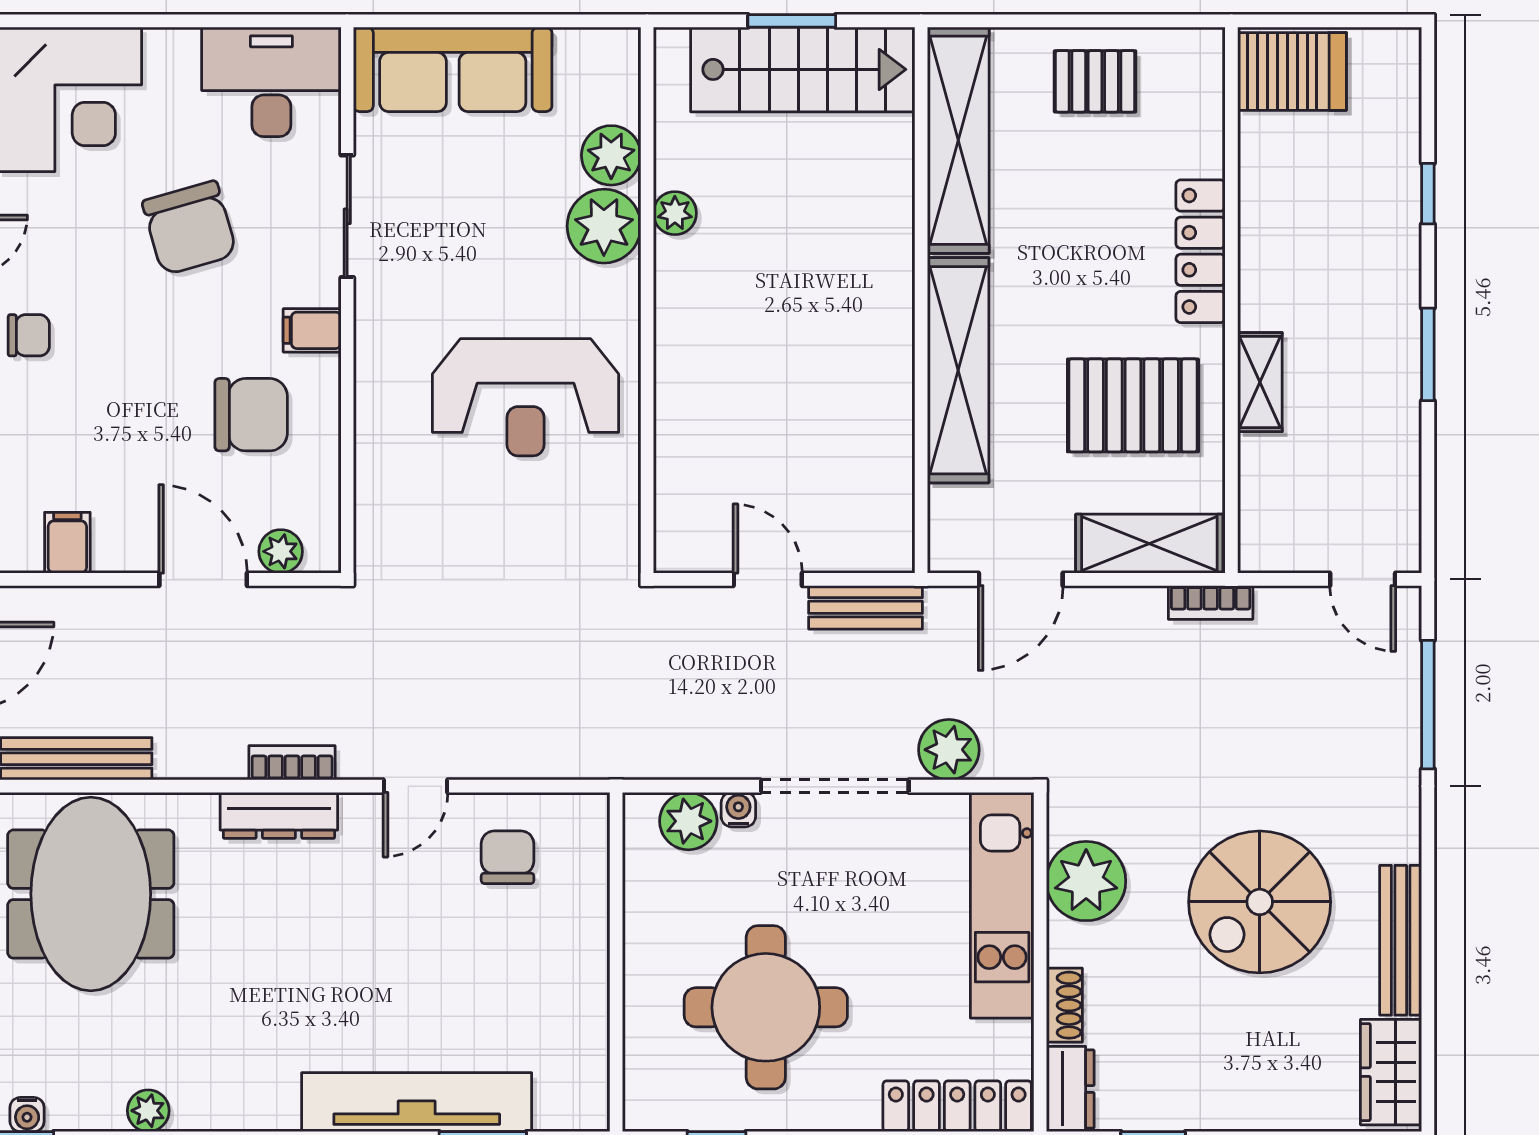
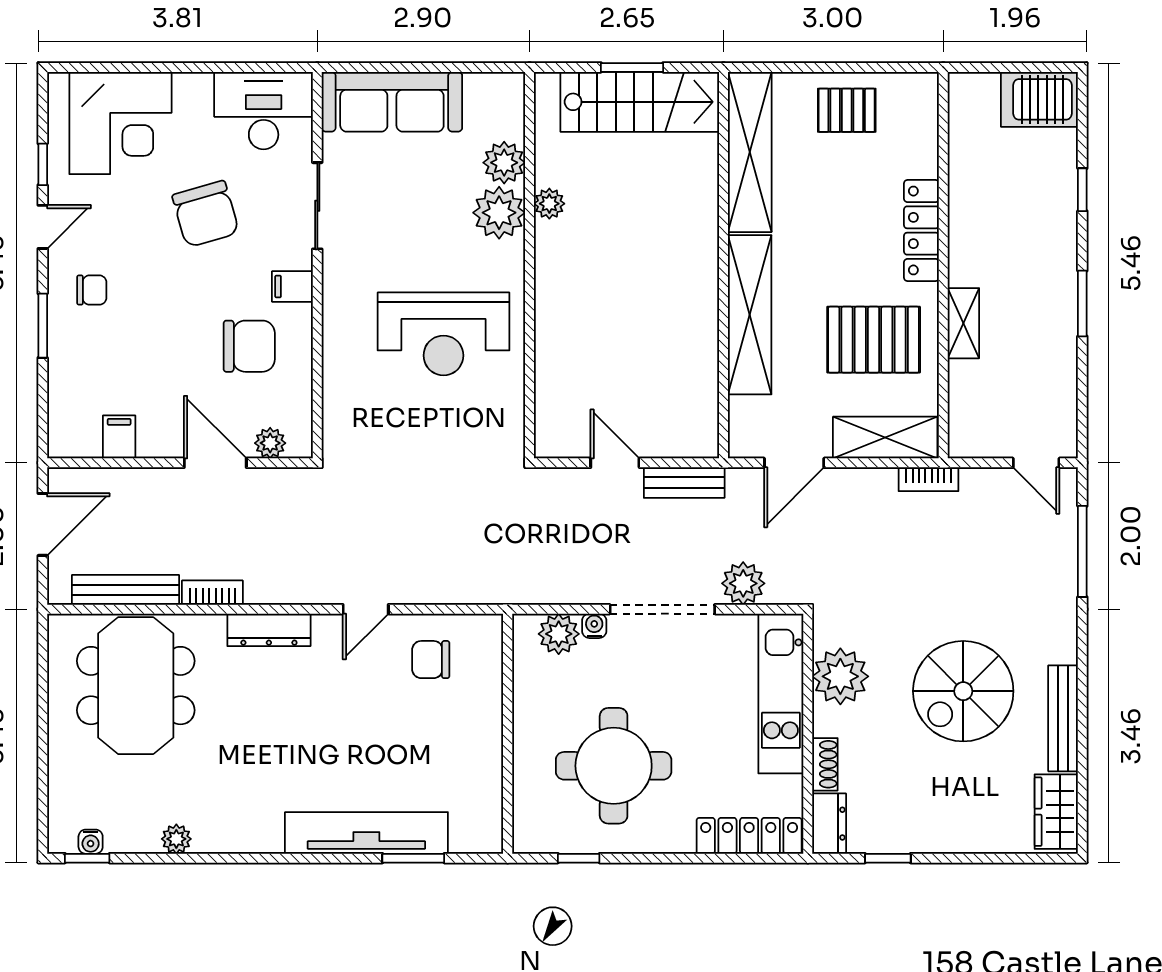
server rack: (1292, 71) -> (1039, 99), moved, turned 180
bookcase: (292, 763) -> (212, 593), moved
chair: (508, 857) -> (431, 660), turned -90

